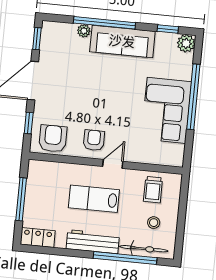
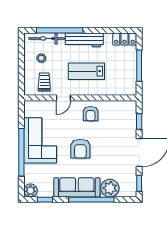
plant: (84, 31) -> (110, 188), width x1.88, depth x1.88
armchair: (53, 139) -> (80, 149), moved
door: (113, 164) -> (63, 98), moved
lab bench: (94, 199) -> (86, 71), turned 180

